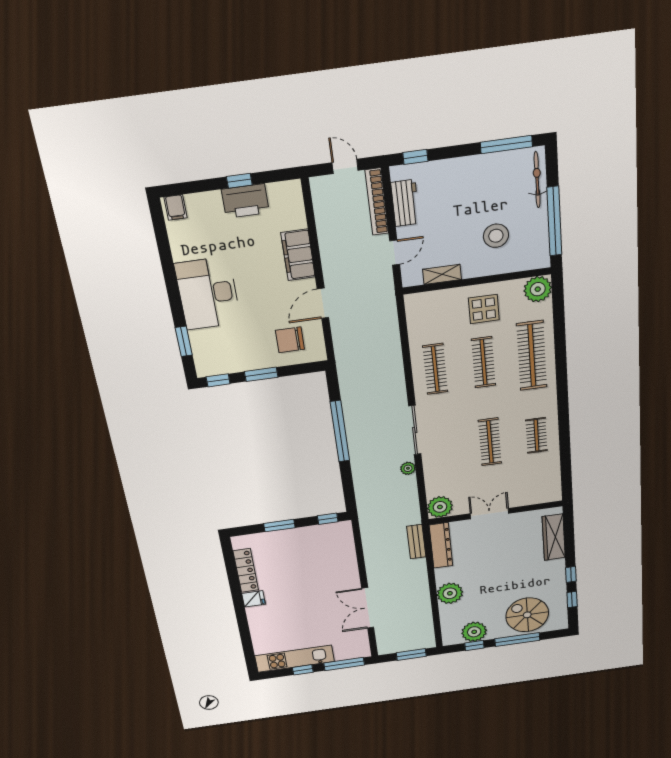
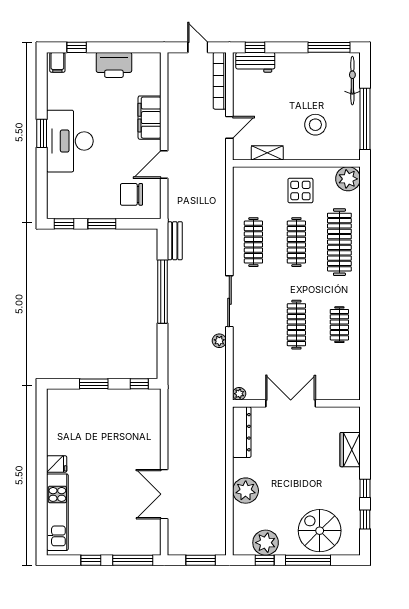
window: (239, 181) -> (77, 47), moved
workbench: (405, 203) -> (255, 62), moved, turned 90
window: (184, 341) -> (42, 133), moved
plant: (440, 507) -> (239, 394), width x0.53, depth x0.53
double door: (489, 514) -> (291, 403), width x1.37
wardrobe: (554, 537) -> (350, 450), width x0.67
bench: (416, 542) -> (175, 241), moved
locker: (246, 570) -> (55, 429), removed
kitchen unit: (295, 659) -> (57, 512), moved, turned 90

